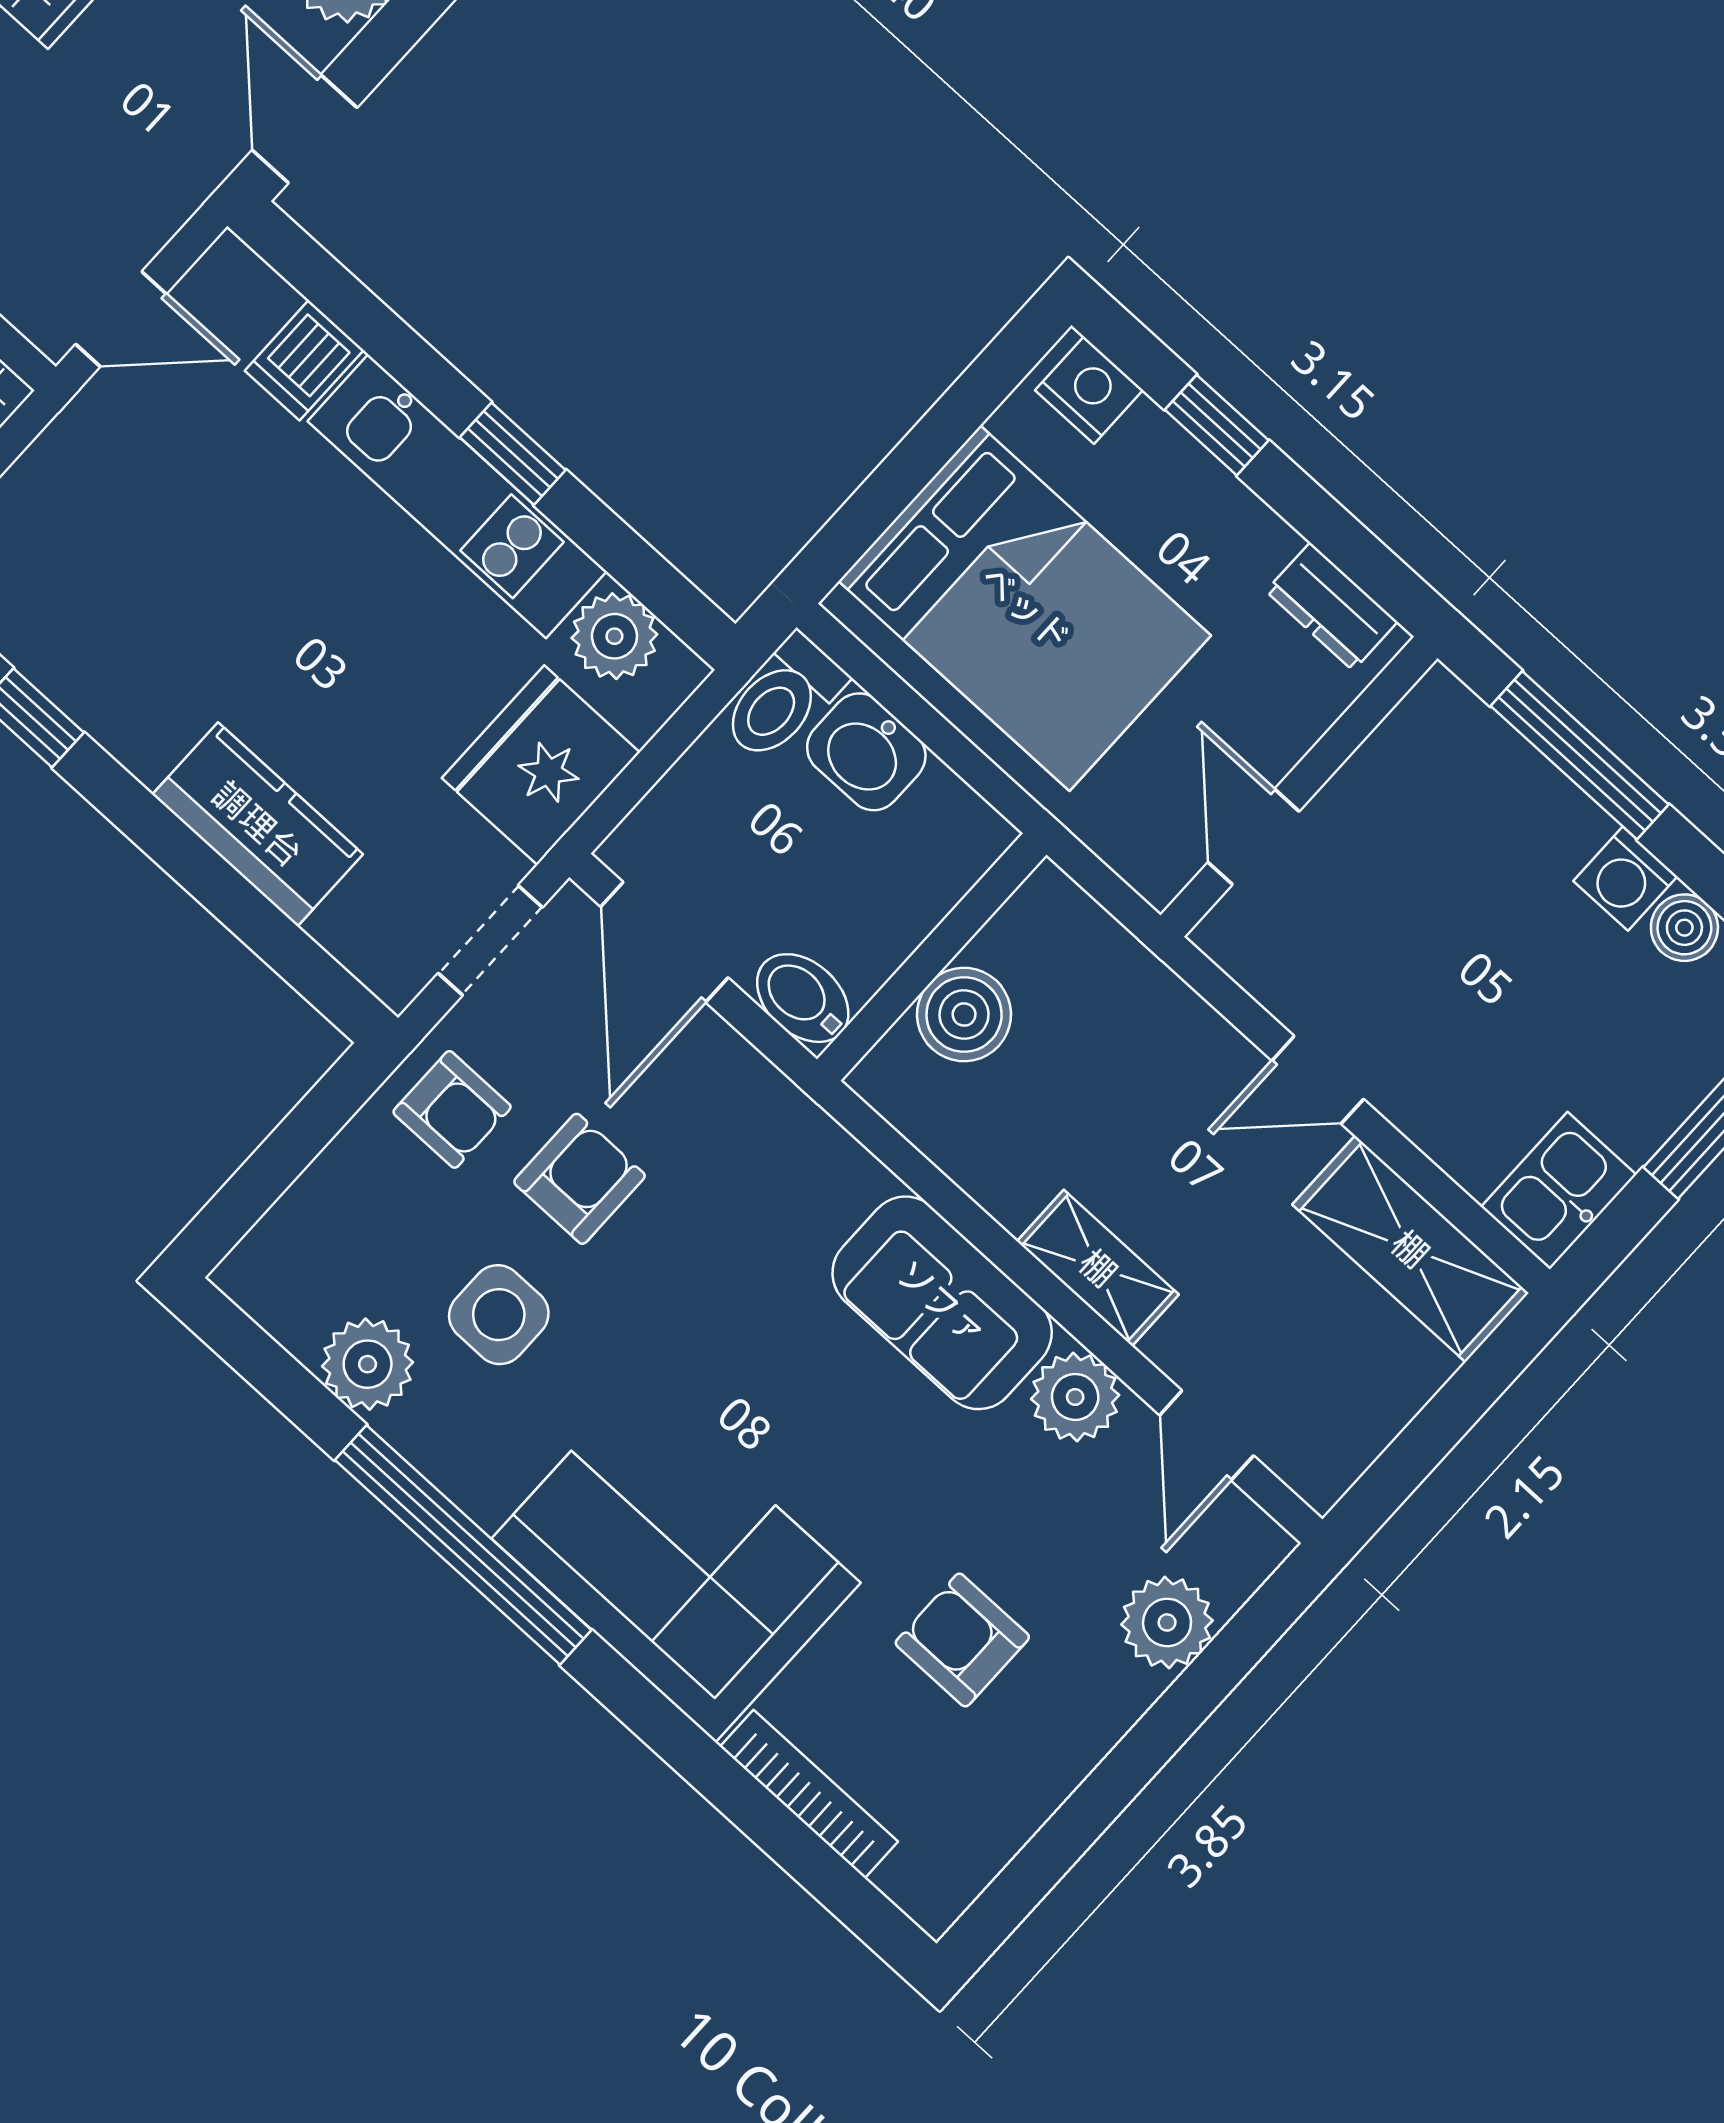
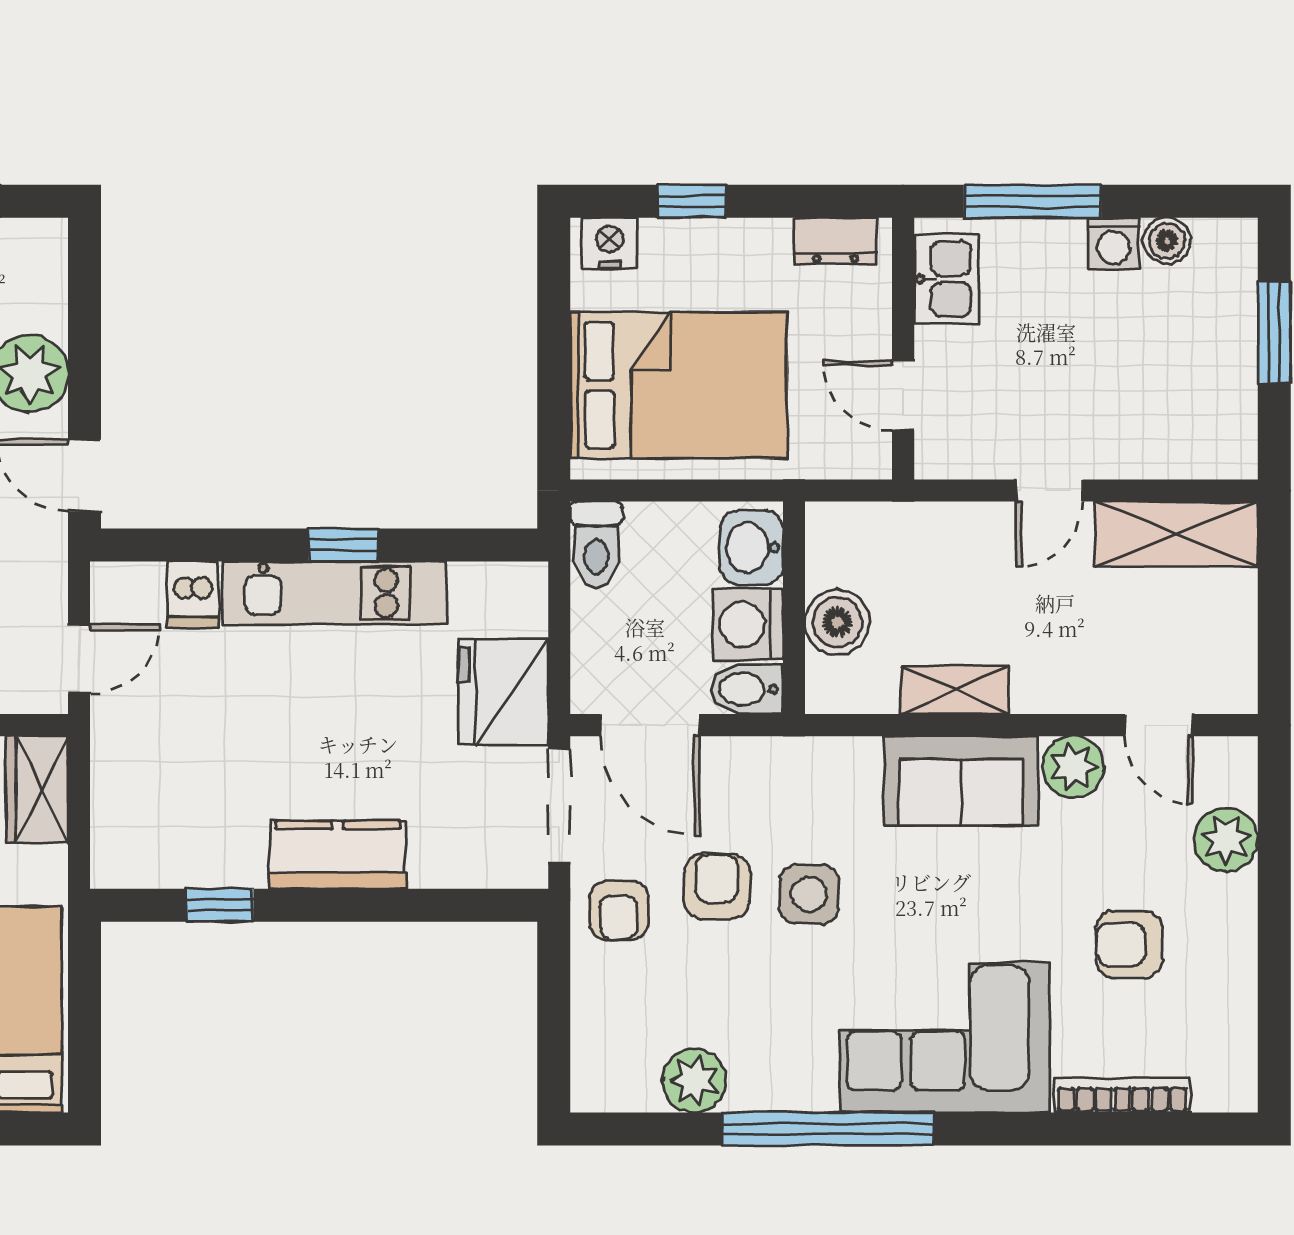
plant: (614, 636) -> (481, 591), removed
washbasin: (866, 752) -> (751, 548), moved, turned 90
kitchen counter: (258, 824) -> (338, 855), moved
washing machine: (866, 930) -> (748, 625), added
doorway: (490, 940) -> (559, 806), width x1.38
armchair: (452, 1109) -> (619, 910), turned 90
kitchen sink: (1559, 1191) -> (946, 279), moved, turned 180
shelving: (1098, 1268) -> (955, 690), moved
side table: (499, 1315) -> (809, 894), moved

